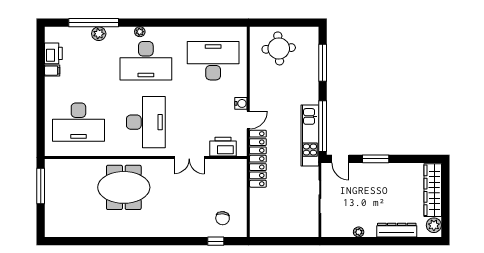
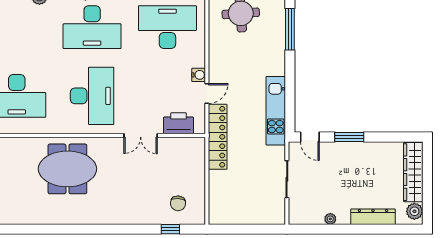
window: (323, 126) -> (290, 100), removed

